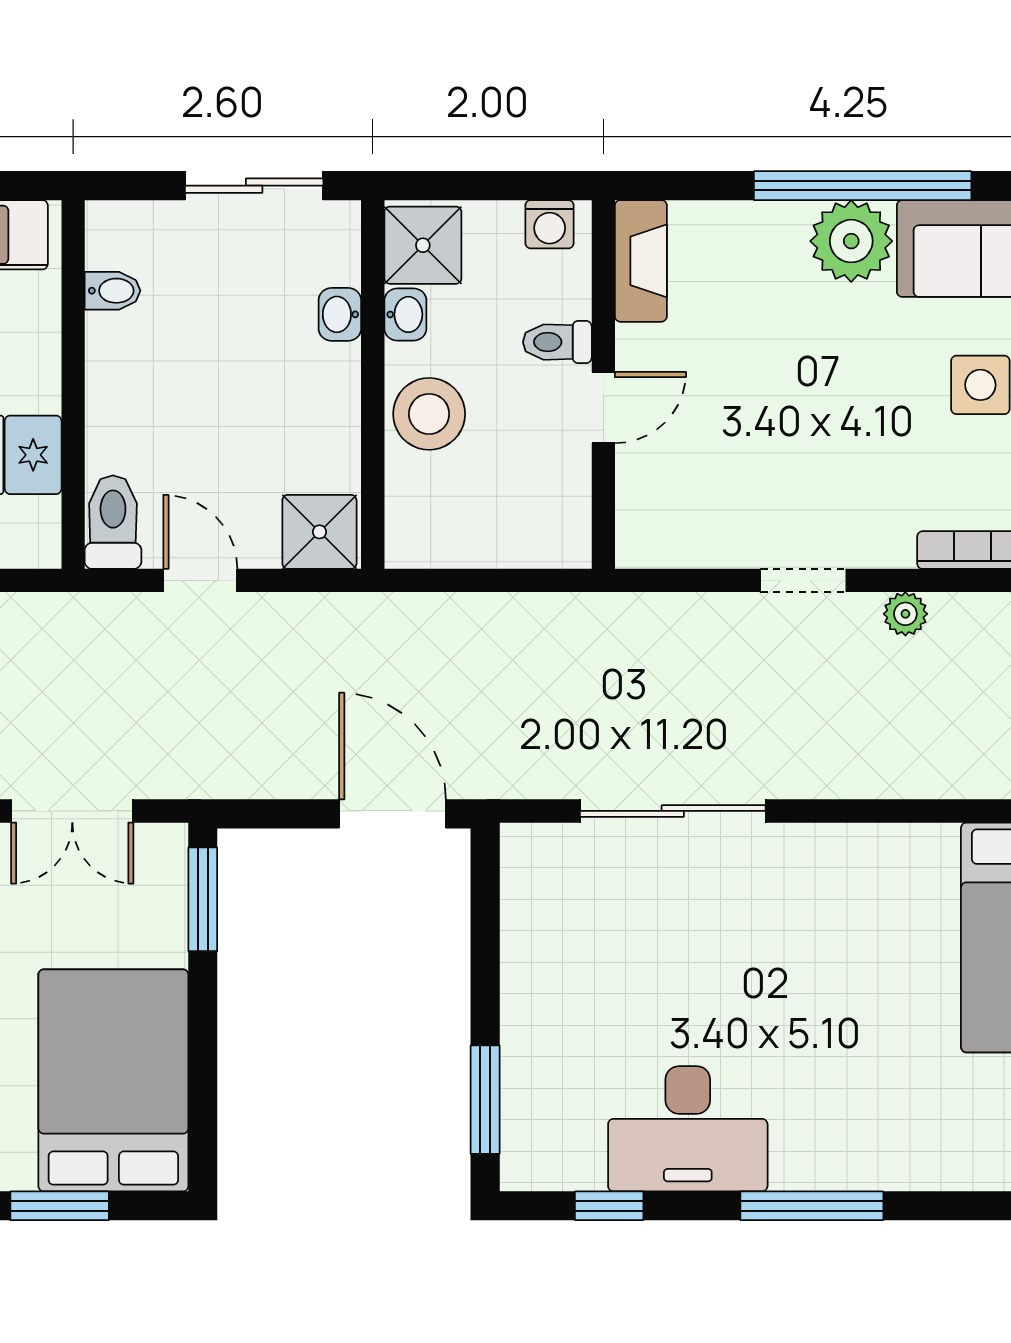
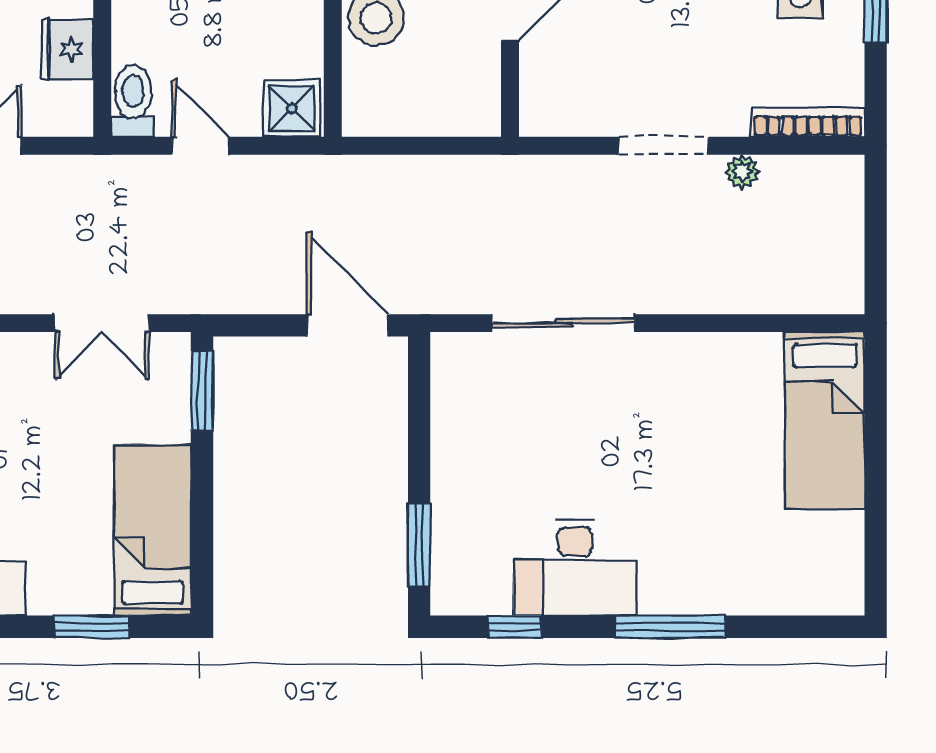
doorway: (803, 580) -> (664, 146), width x1.38
bed: (113, 1080) -> (153, 530), width x0.67

